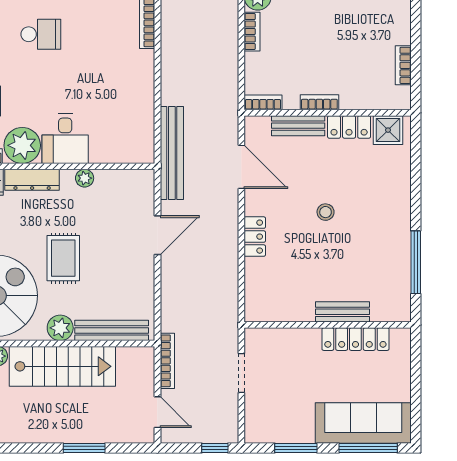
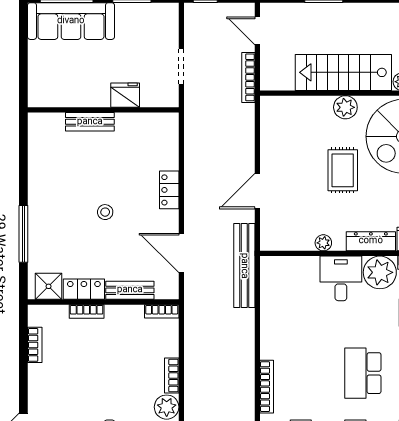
school desk: (41, 34) -> (363, 373), width x1.85
bookcase: (319, 102) -> (87, 311), moved
window: (416, 262) -> (23, 234), moved
bench: (112, 330) -> (299, 105), removed
locker: (355, 339) -> (78, 97), removed
fridge: (303, 341) -> (125, 95), added

